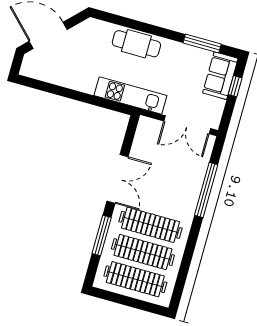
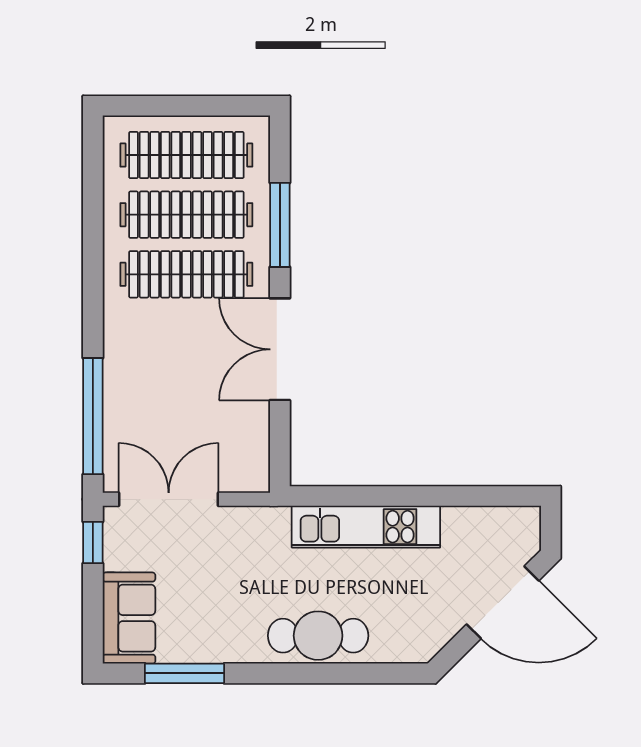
window: (235, 86) -> (93, 542), moved
kitchen unit: (130, 95) -> (366, 527), moved
window: (206, 190) -> (93, 416), moved

